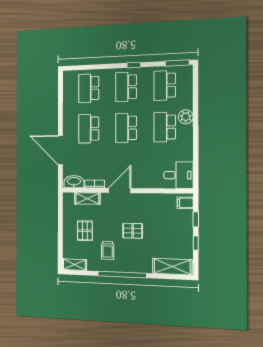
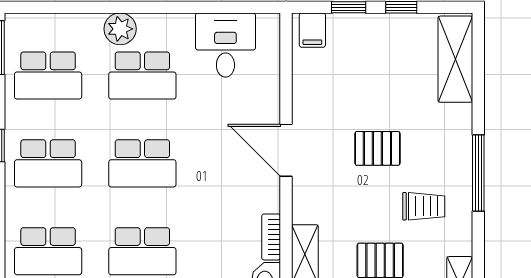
desk: (178, 175) -> (225, 45), moved
door: (120, 191) -> (286, 150), moved
pallet: (133, 231) -> (377, 148), turned 90
window: (122, 275) -> (478, 173), width x0.68

